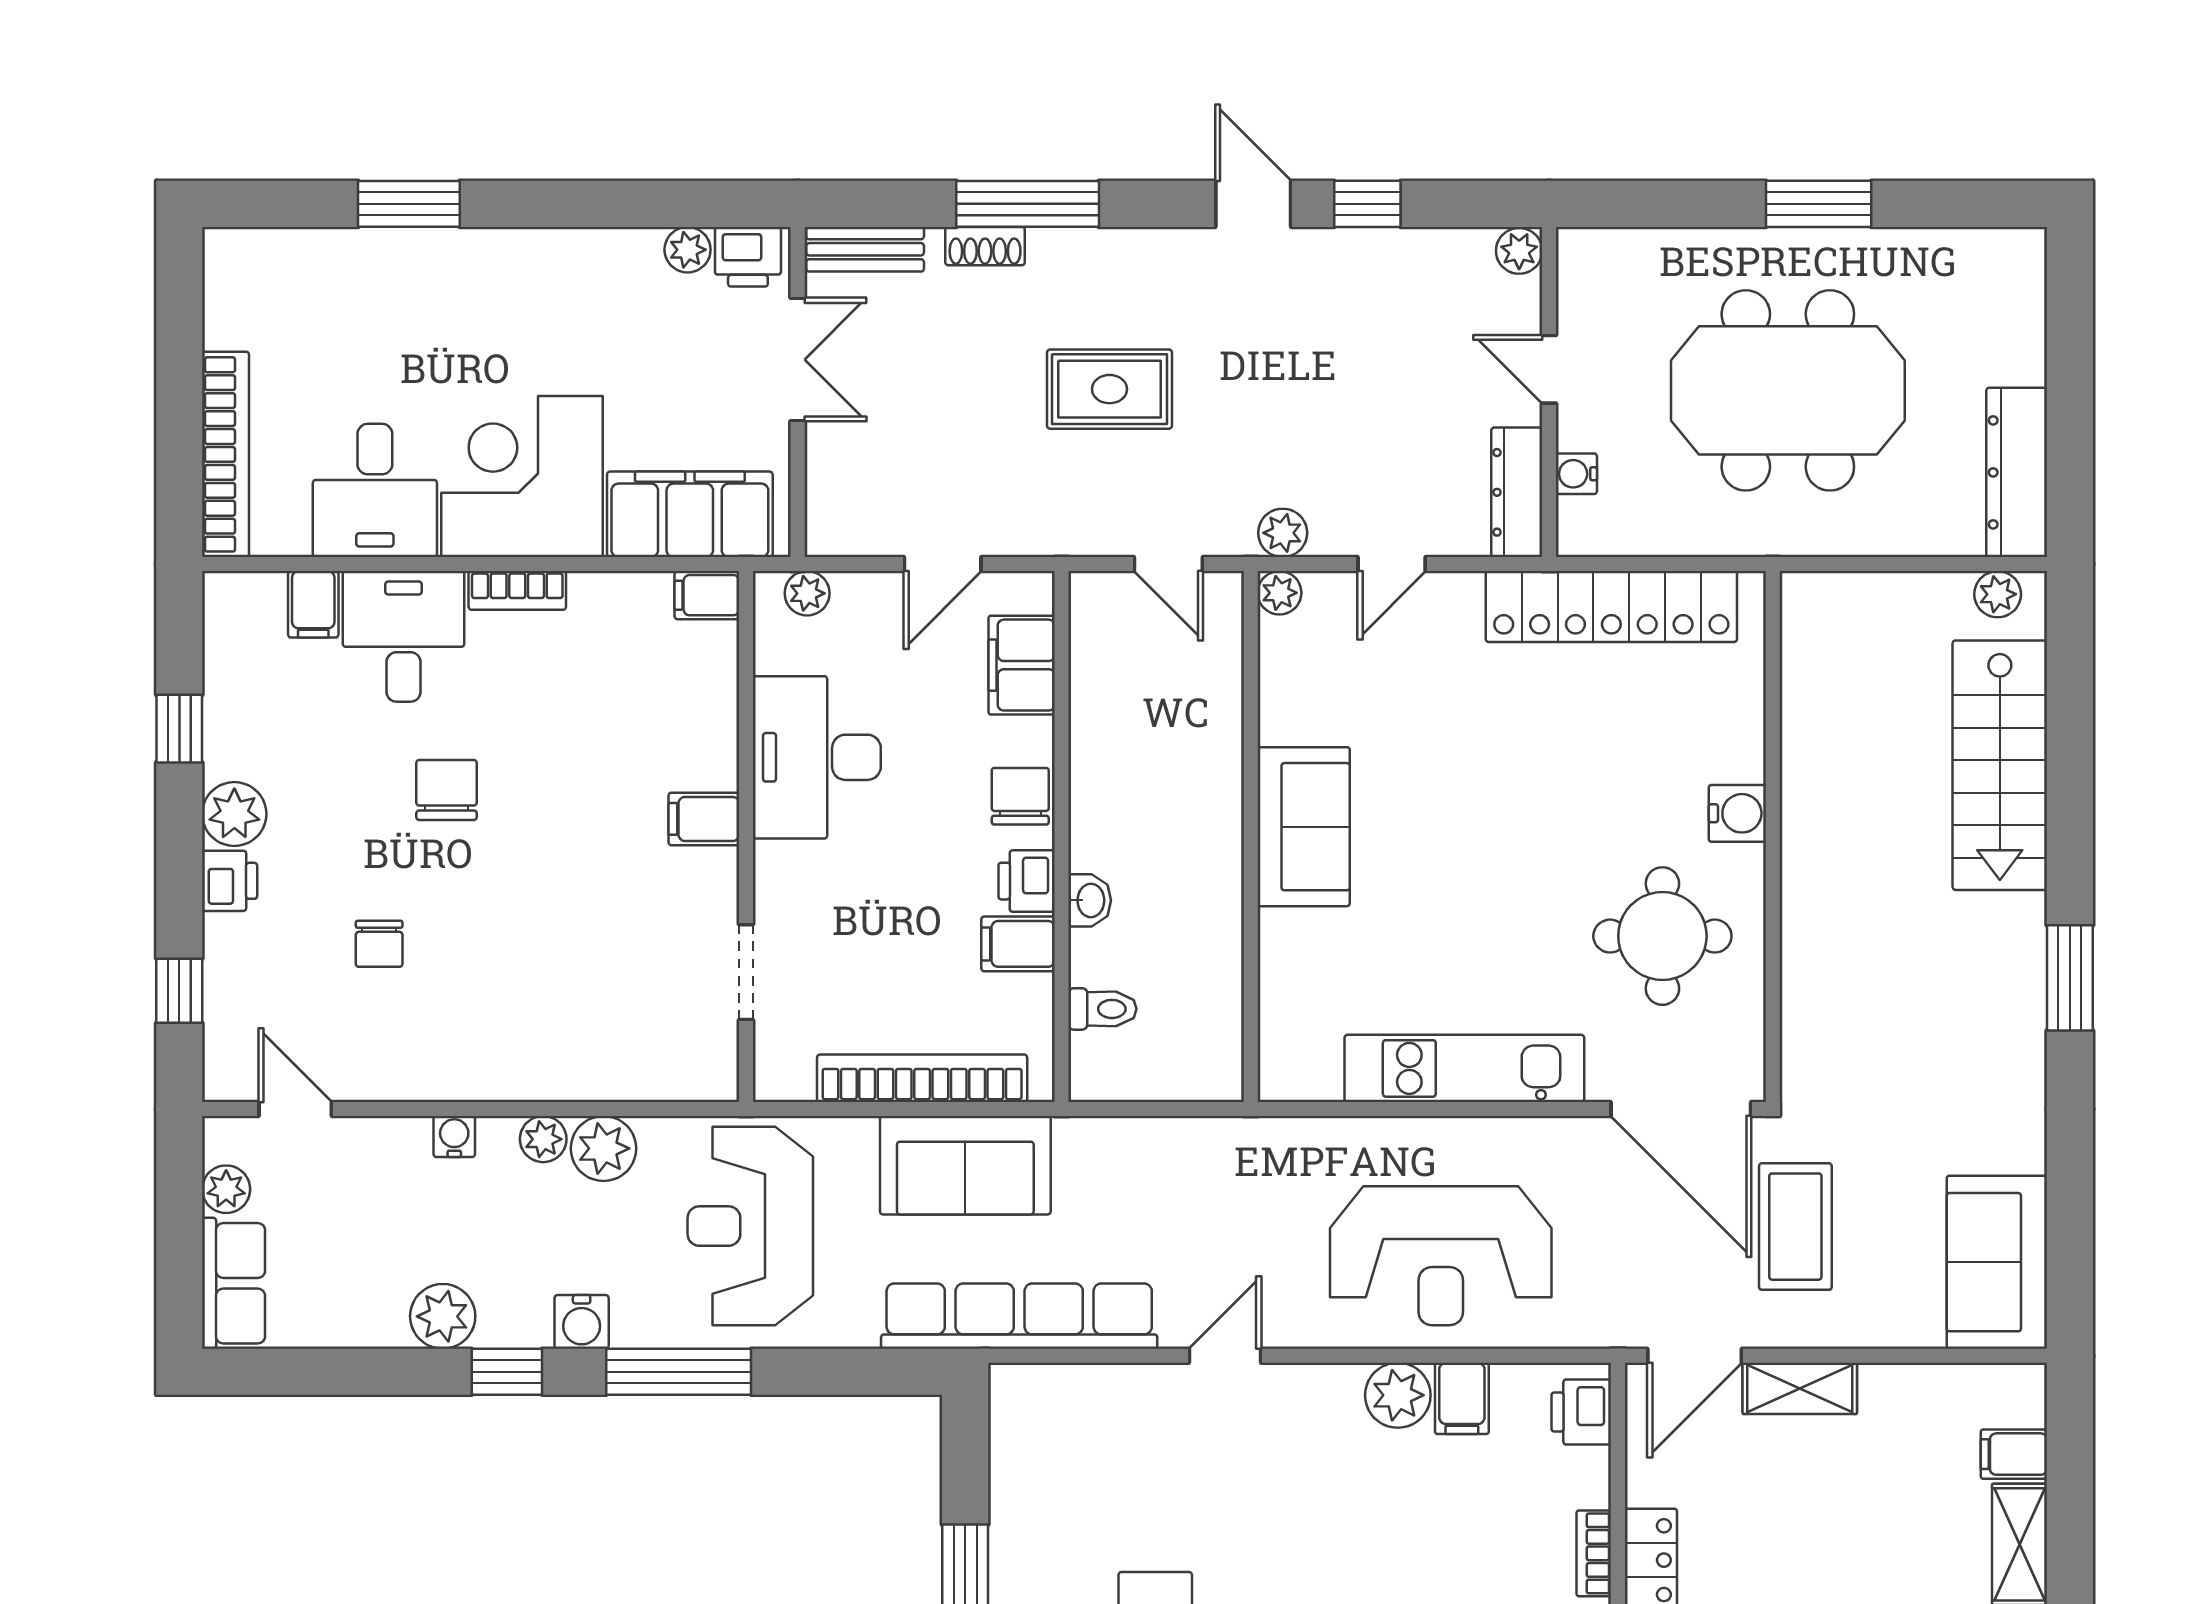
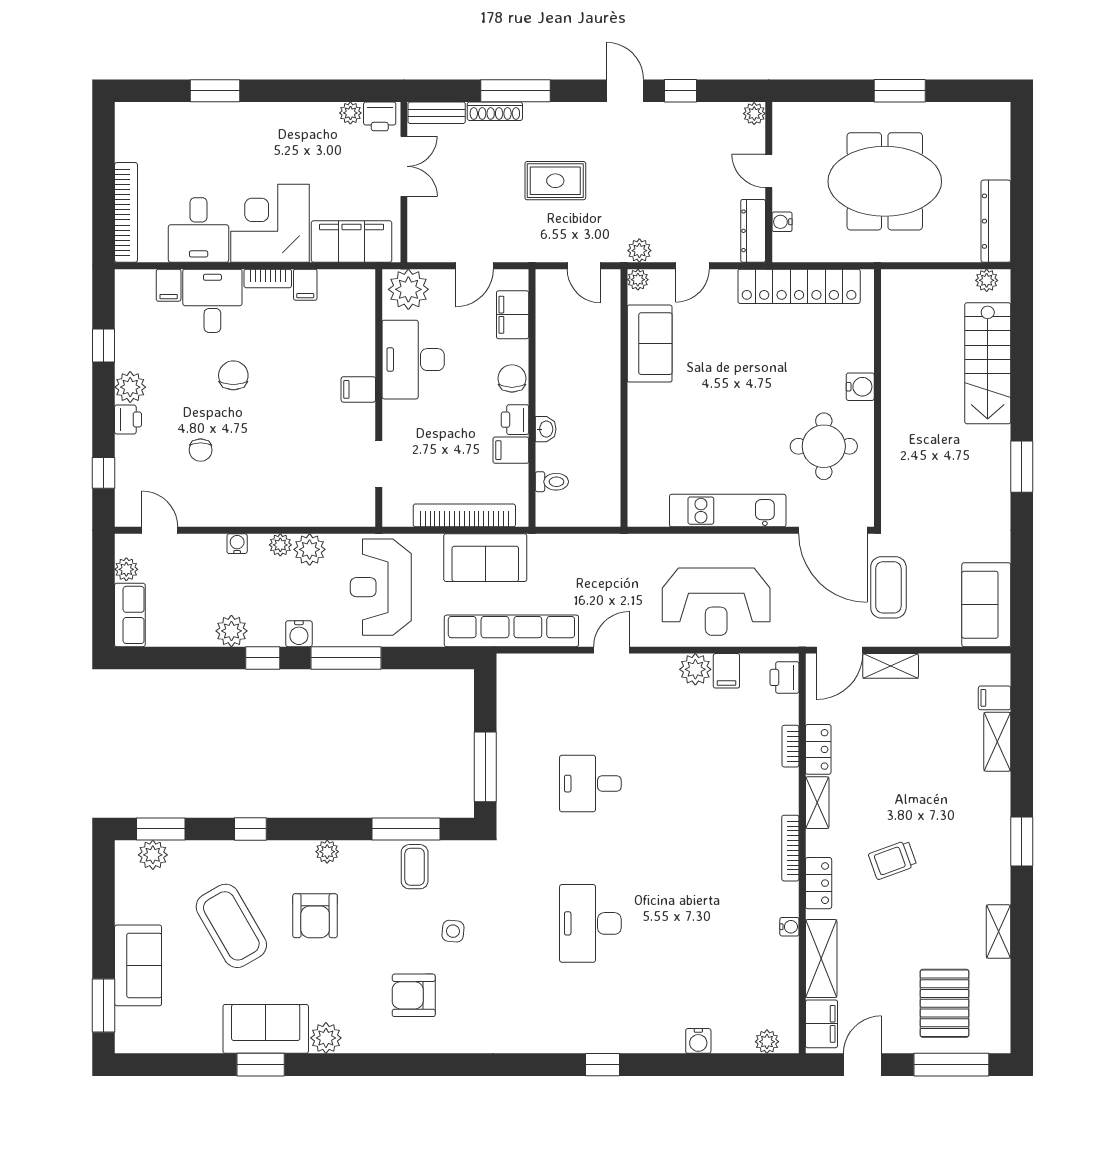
shoe rack: (985, 246) -> (495, 111), width x1.43
plant: (807, 593) -> (408, 289), width x1.88, depth x1.88
filing cabinet: (707, 595) -> (305, 285), moved, turned -90
sofa: (1304, 827) -> (650, 344), moved

